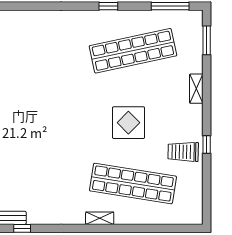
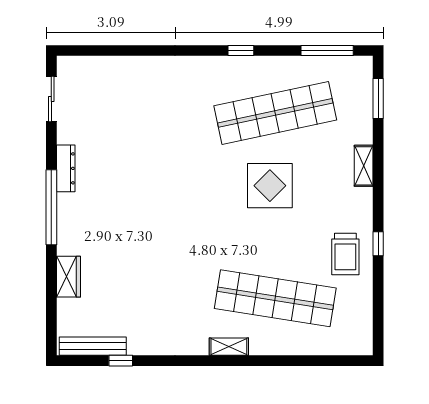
display table: (128, 123) -> (270, 186), moved
trolley: (183, 152) -> (345, 254), turned -91

